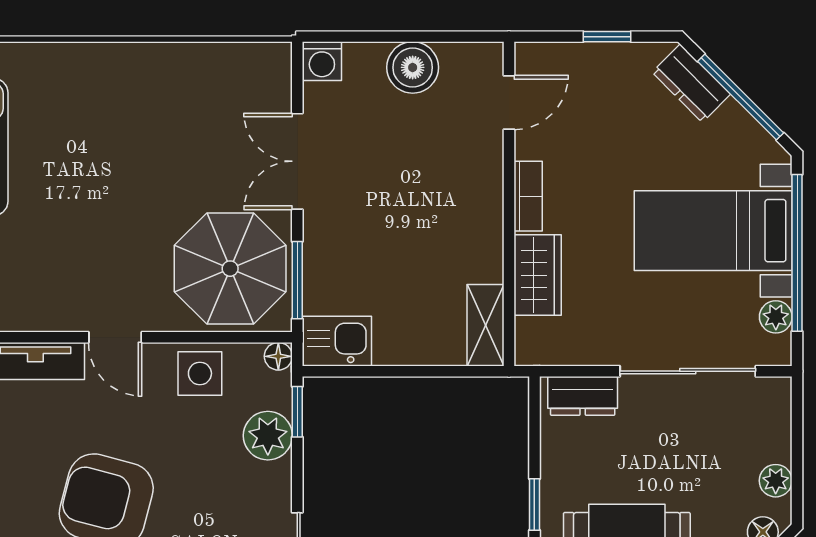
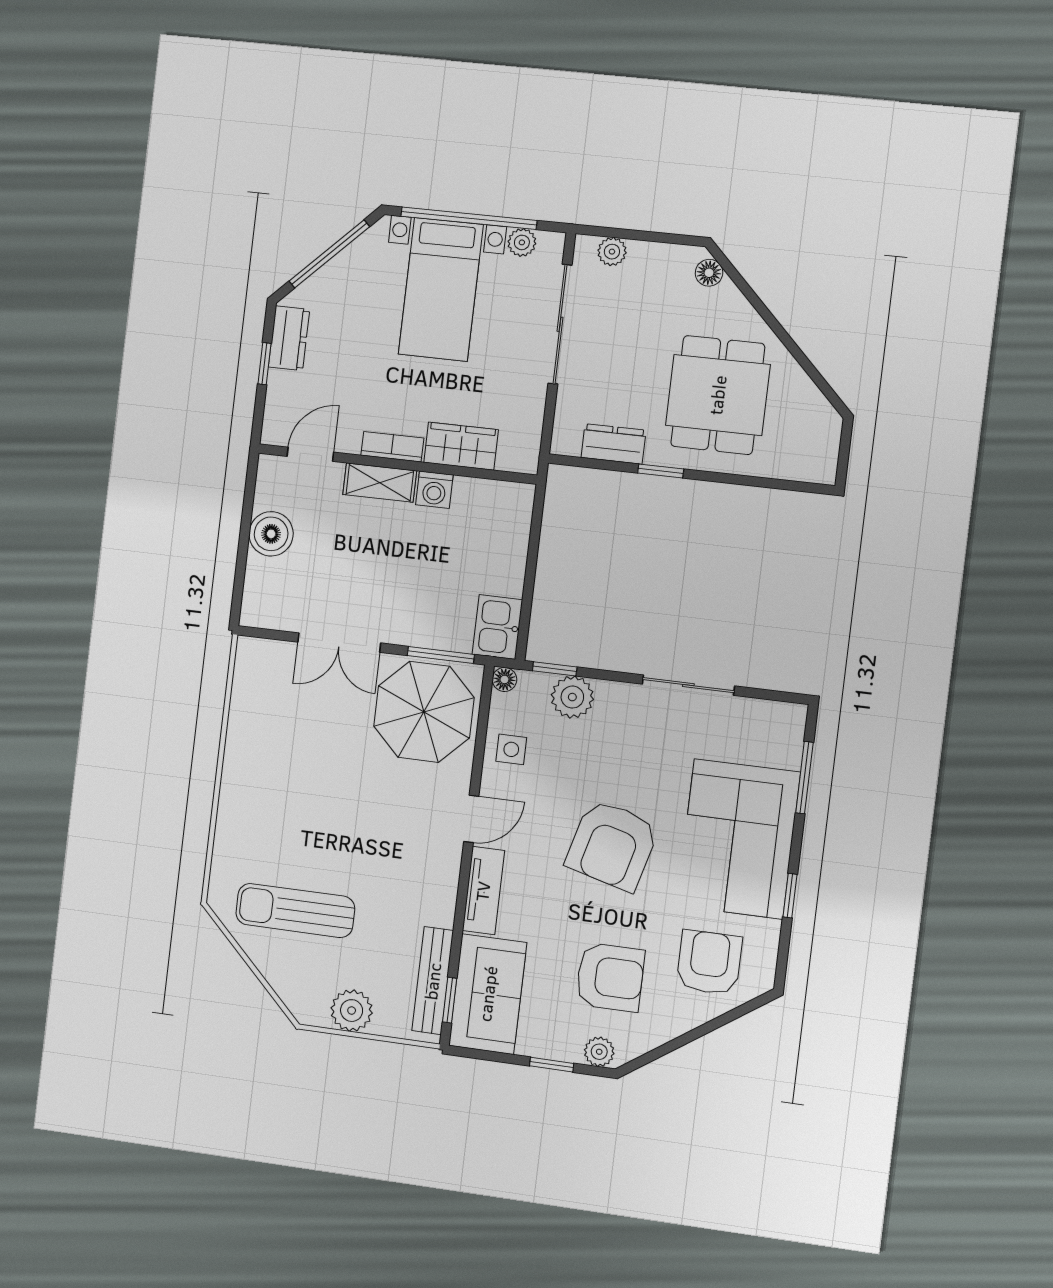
washing machine: (322, 61) -> (434, 490), moved, turned 90
dresser: (691, 83) -> (289, 338), moved, turned -45
door: (509, 102) -> (310, 454), hinge flipped
shelving: (486, 325) -> (380, 483), moved
side table: (200, 373) -> (511, 749), width x0.73, depth x0.73
dresser: (583, 396) -> (613, 444), moved, turned -90
plant: (776, 481) -> (612, 252), moved

